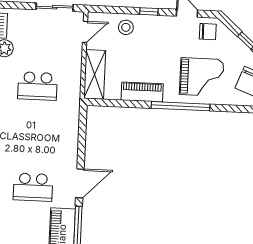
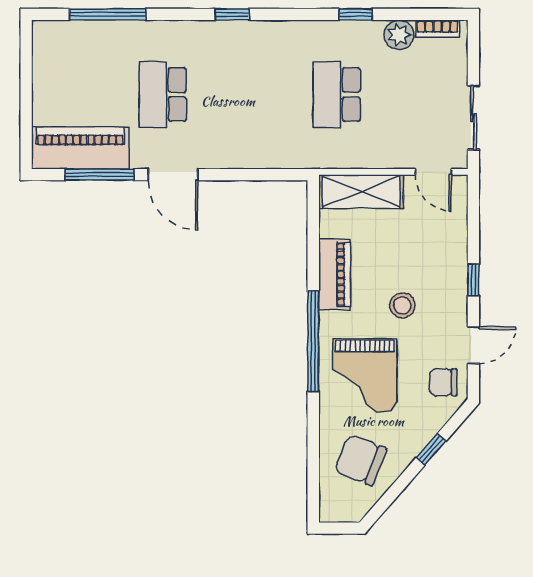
stool: (126, 27) -> (402, 305), moved
chair: (208, 32) -> (443, 382), turned 90

